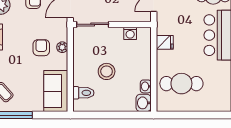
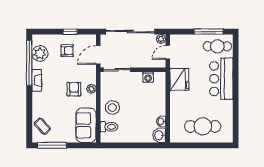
fridge: (165, 42) -> (179, 79), width x1.88, depth x1.34
stool: (107, 71) -> (112, 108), moved
cafe table: (181, 84) -> (203, 126), moved

